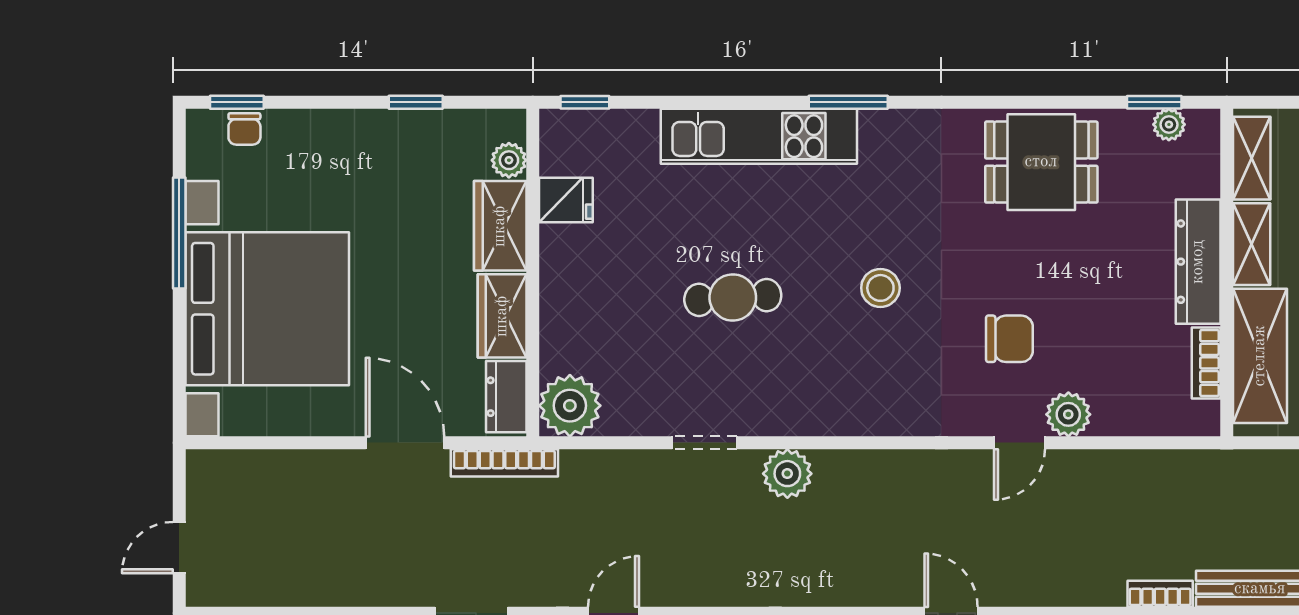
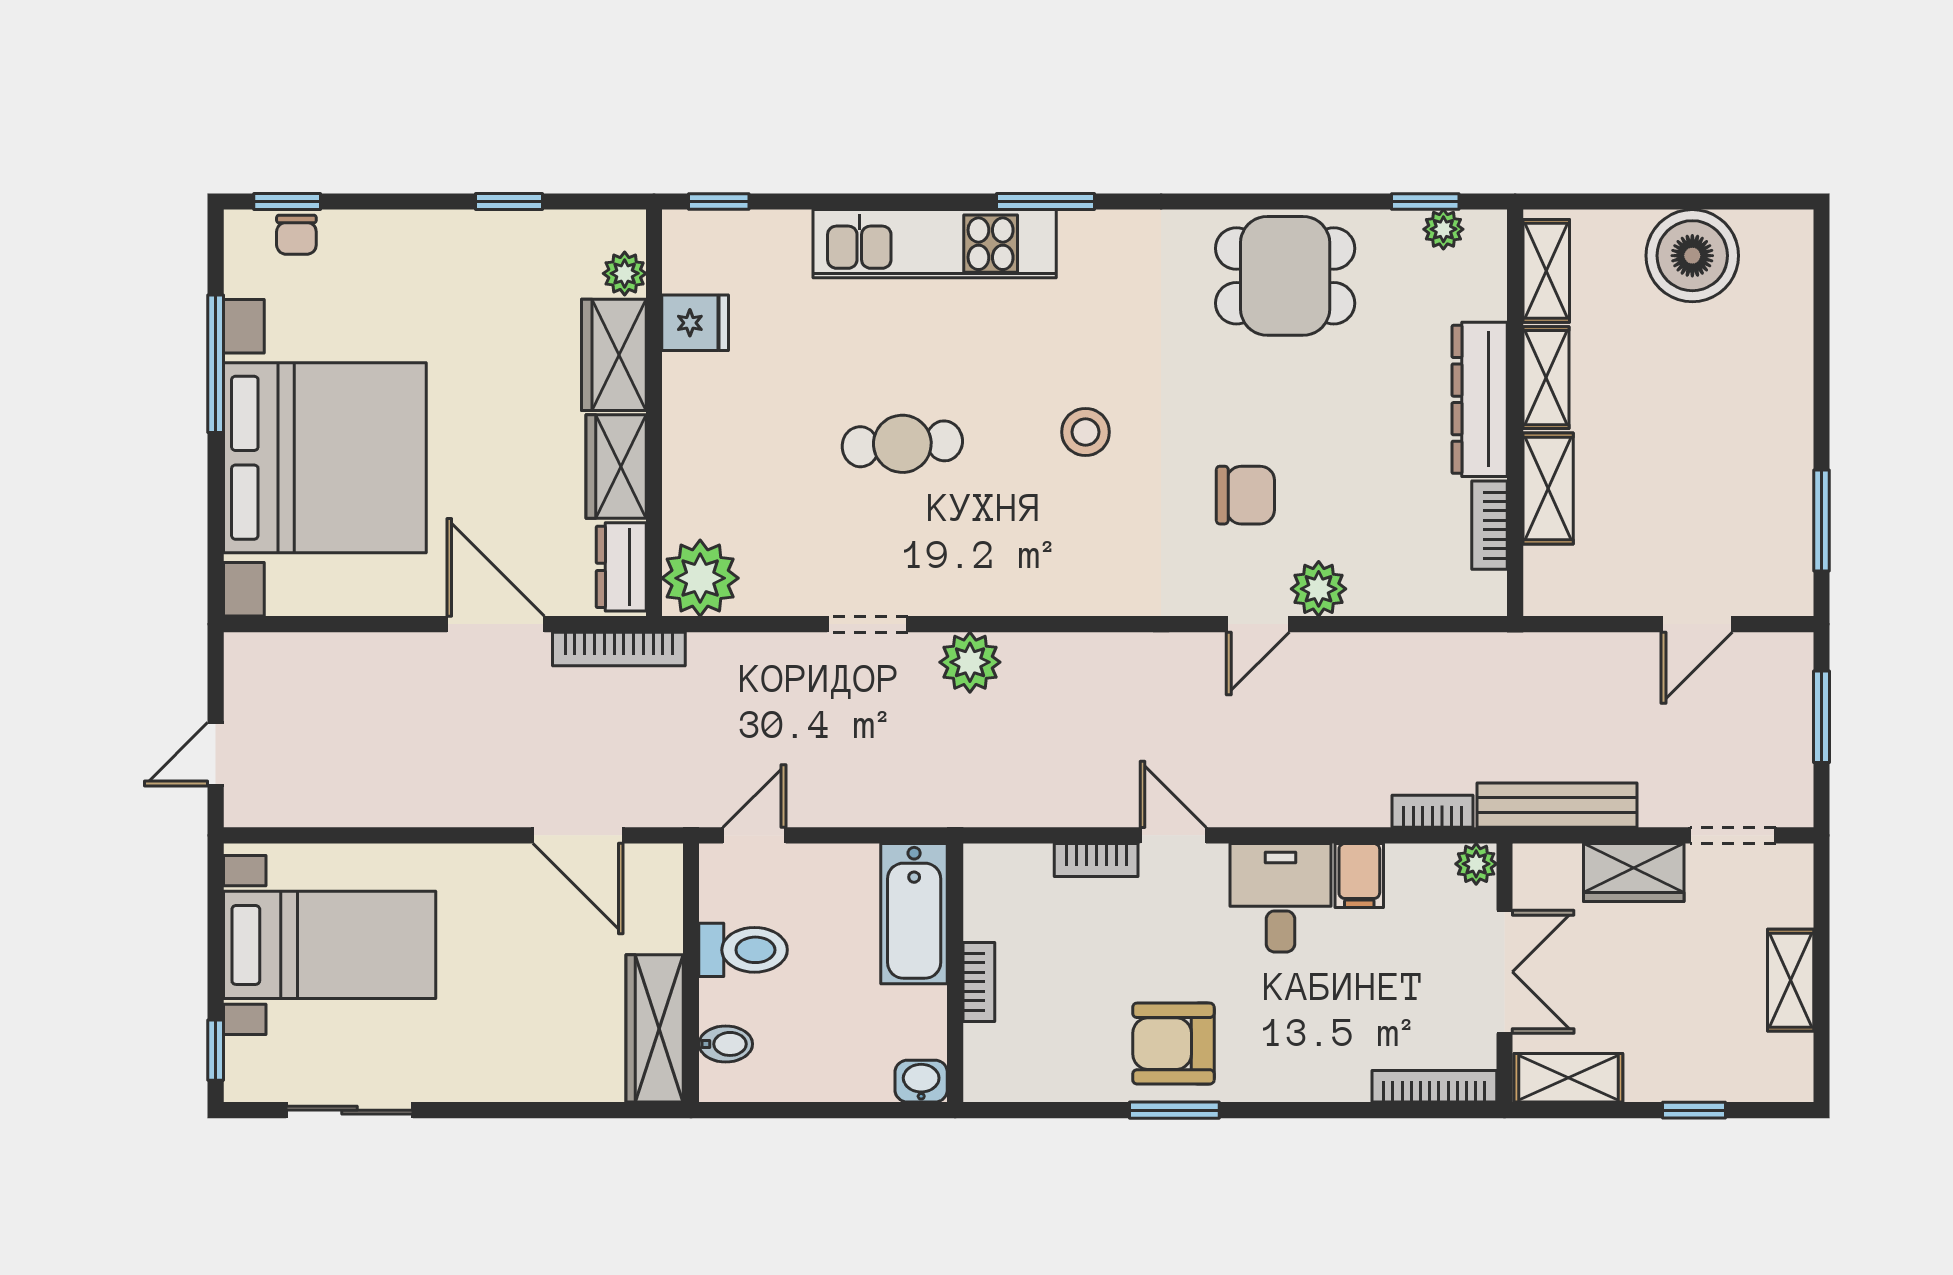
shelving: (1260, 356) -> (1548, 488), width x0.67, depth x0.75

